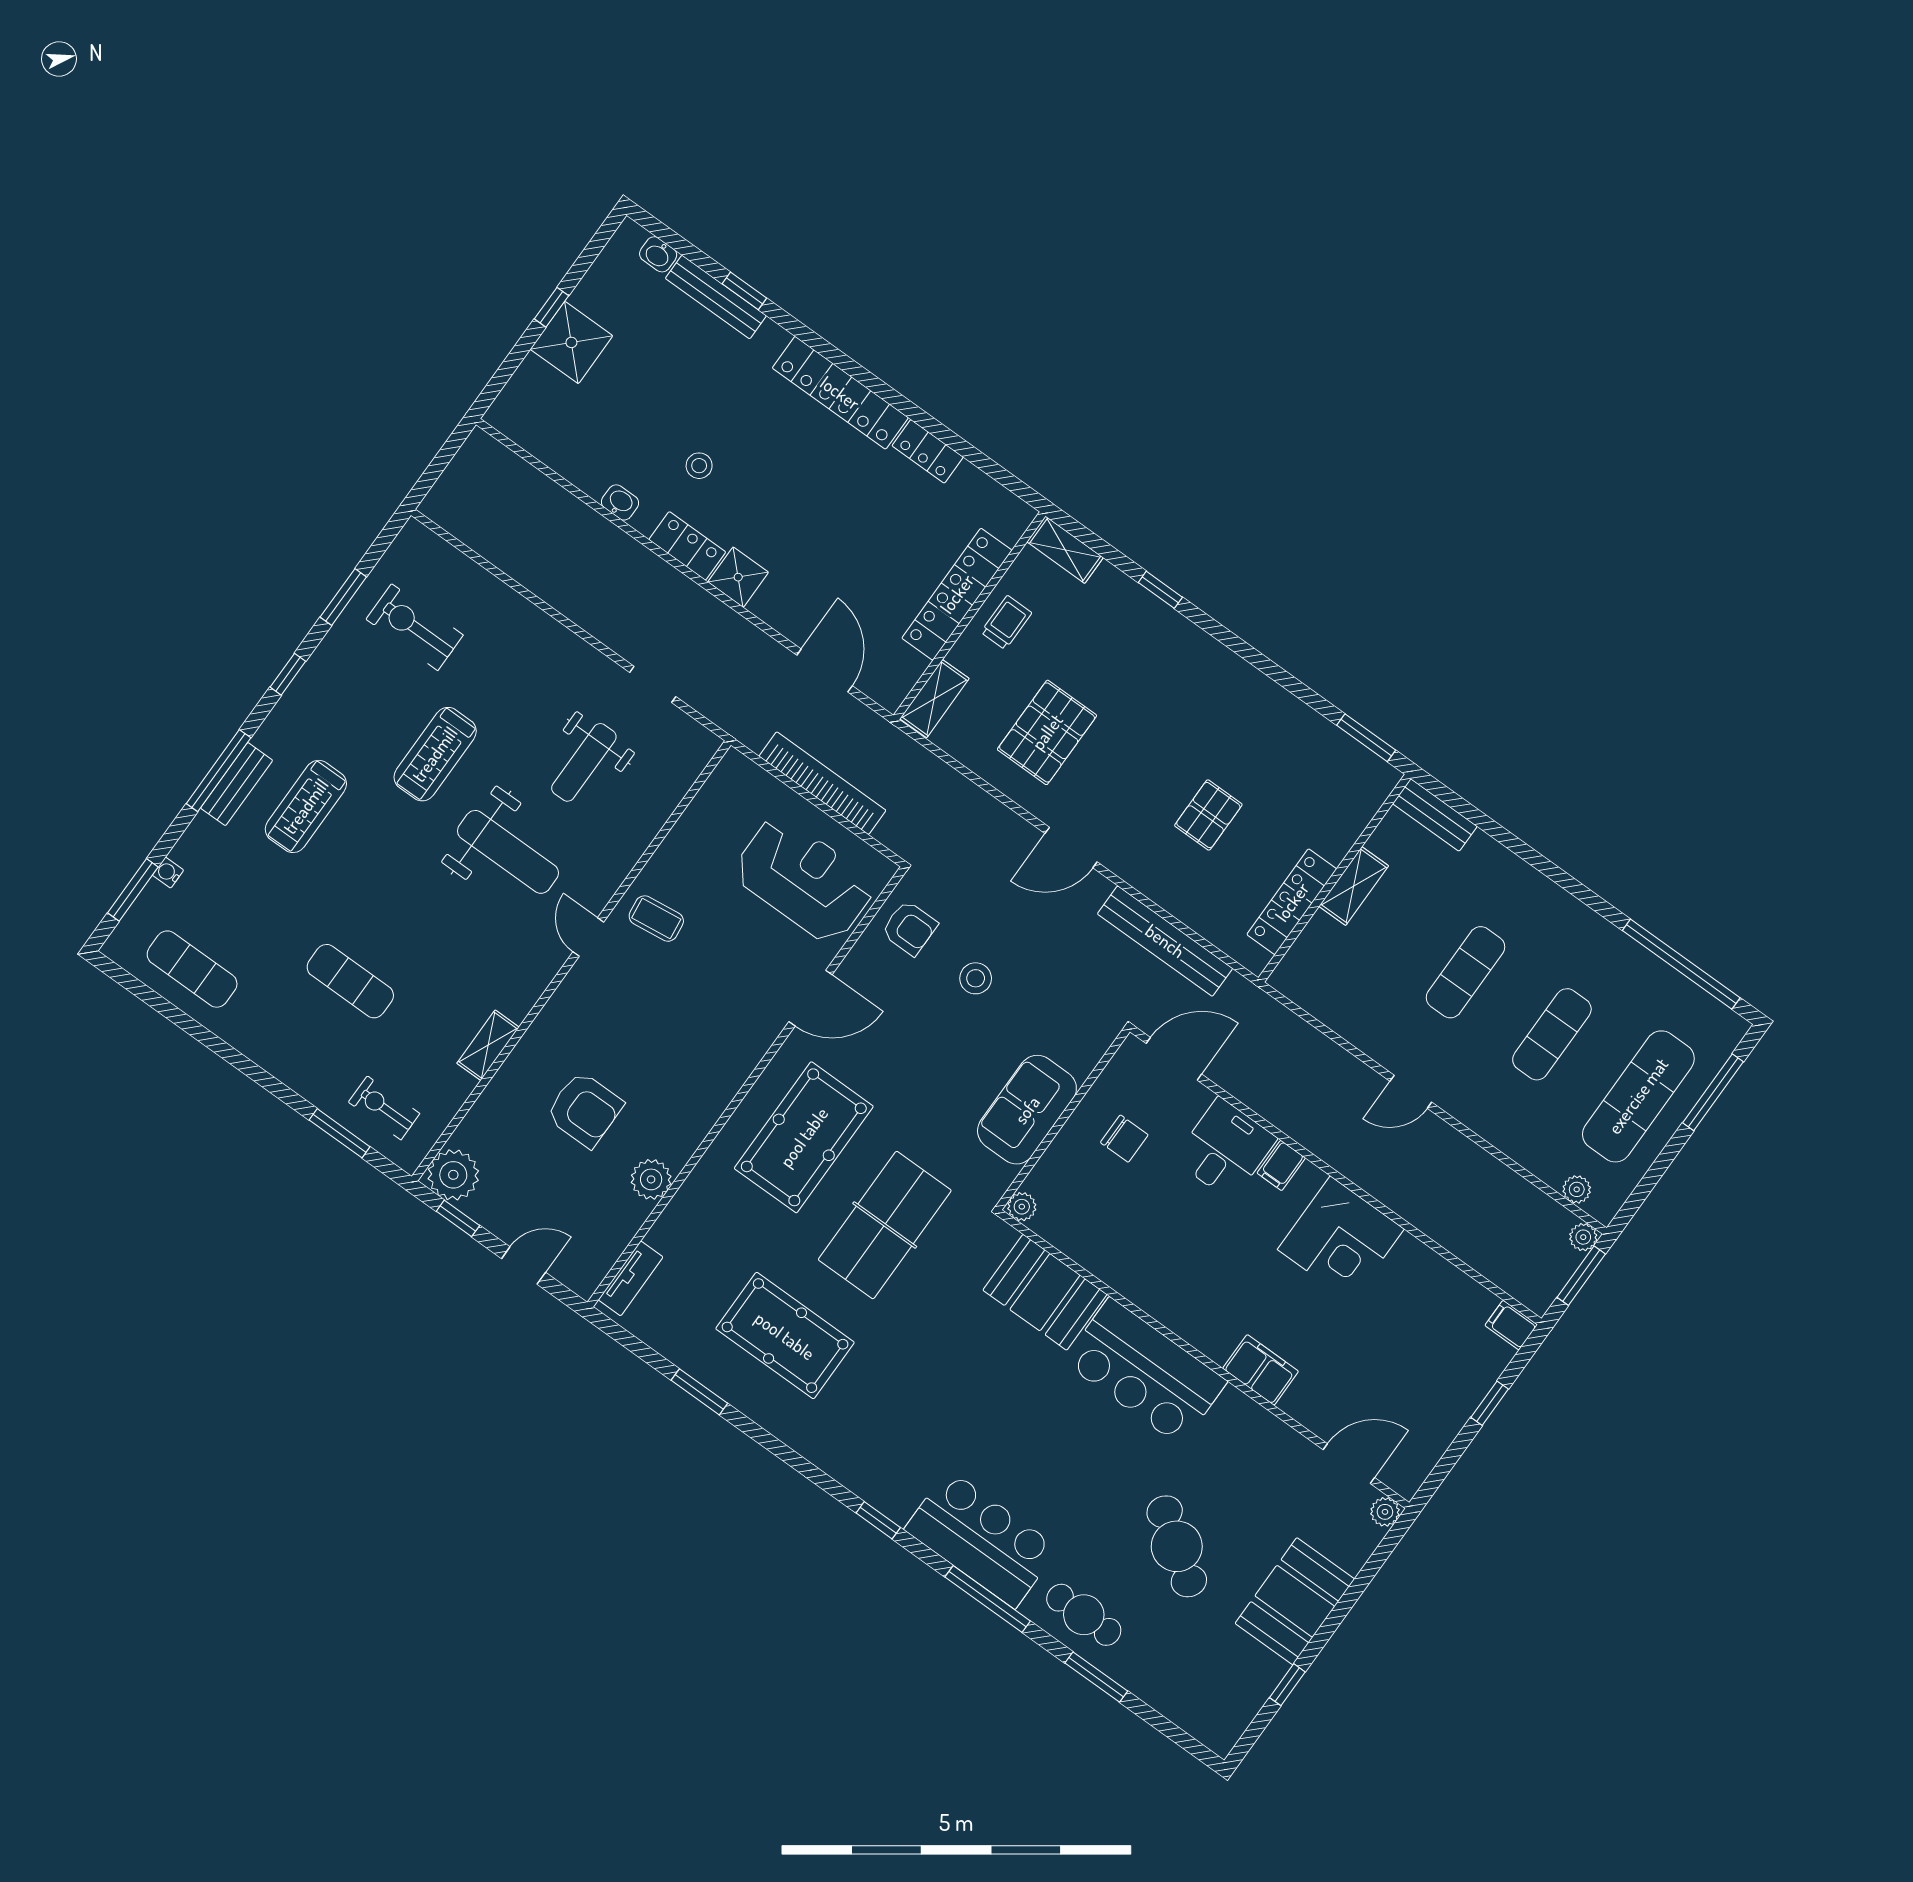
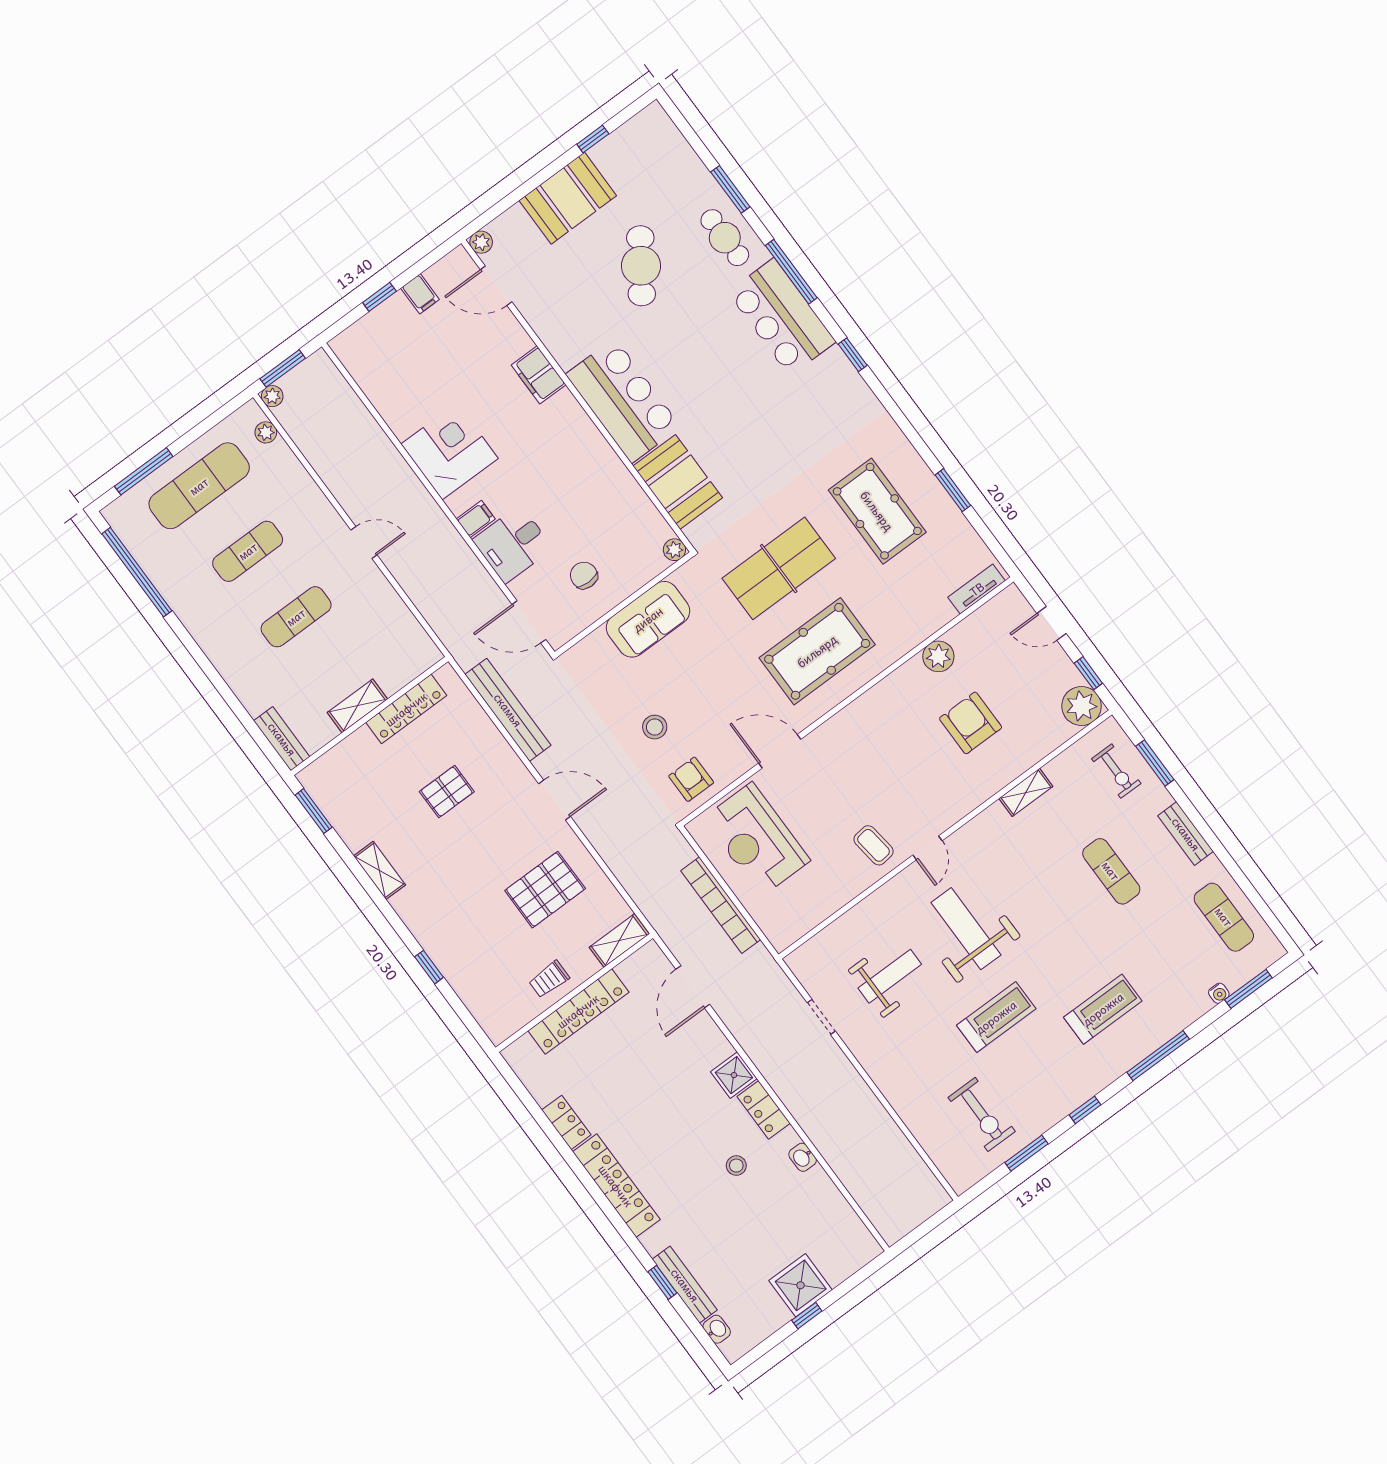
shelving: (1065, 550) -> (379, 870), moved
bench: (237, 784) -> (1186, 834), moved, turned 90
filing cabinet: (1511, 1325) -> (420, 294), moved

